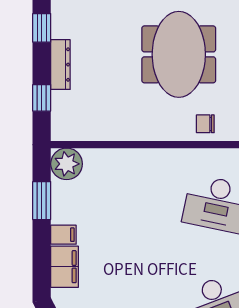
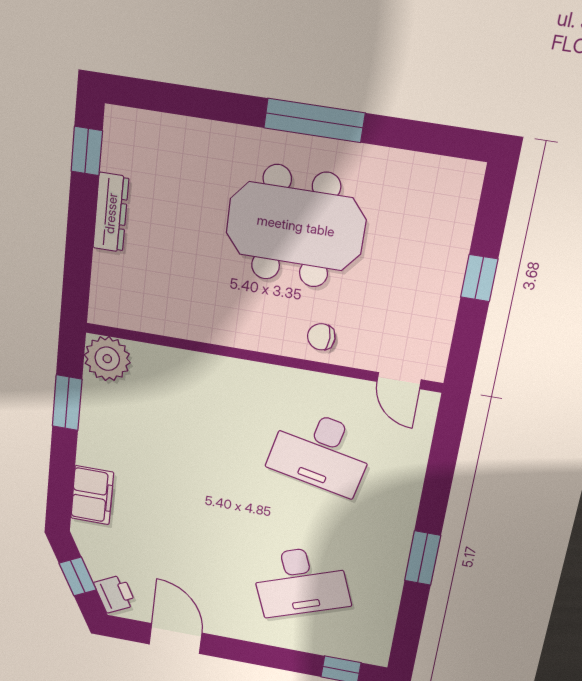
meeting table: (179, 54) -> (296, 226), turned 90
window: (42, 98) -> (78, 258), removed
filing cabinet: (63, 235) -> (94, 454), removed

